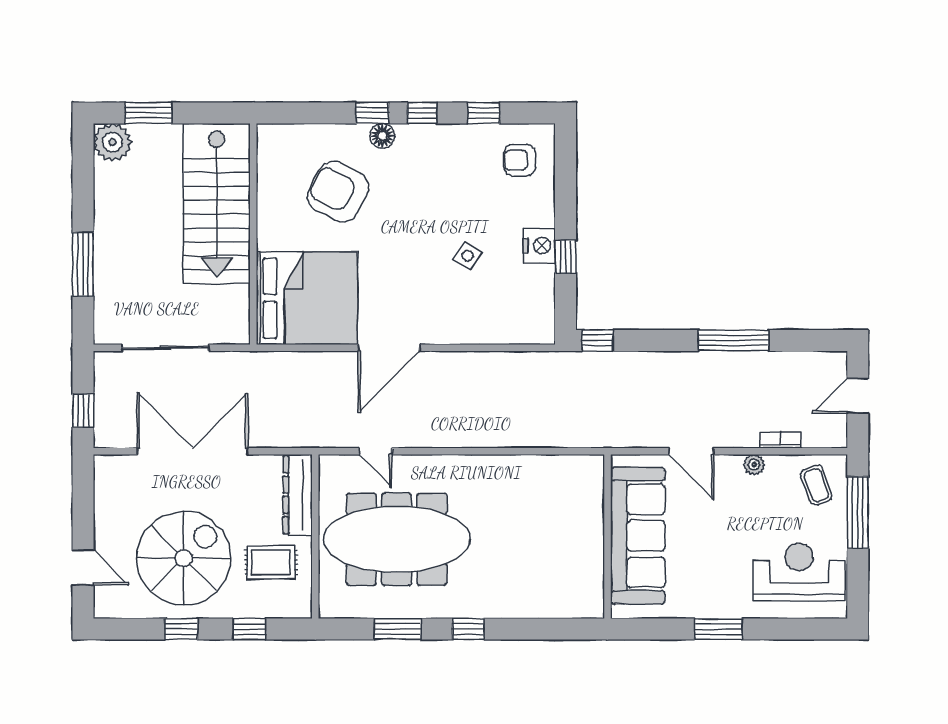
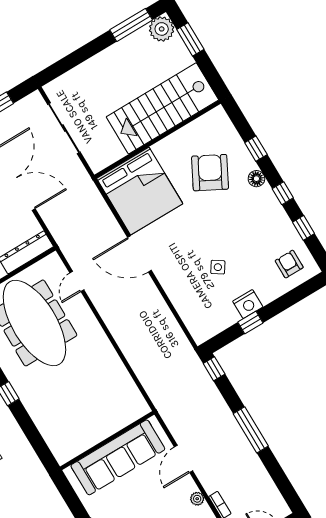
window: (372, 113) -> (256, 149), moved
window: (83, 264) -> (131, 25), moved
window: (733, 341) -> (251, 430), moved

